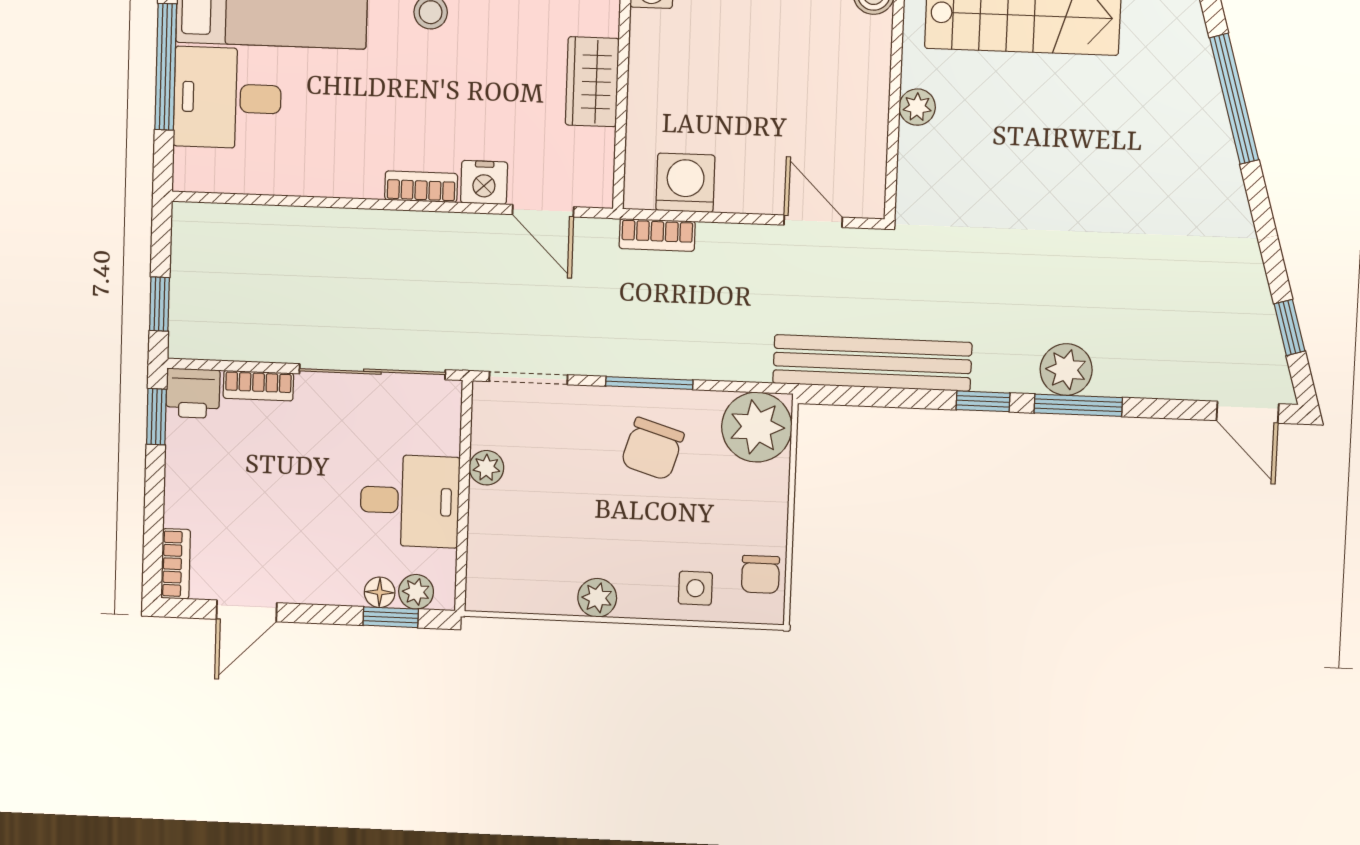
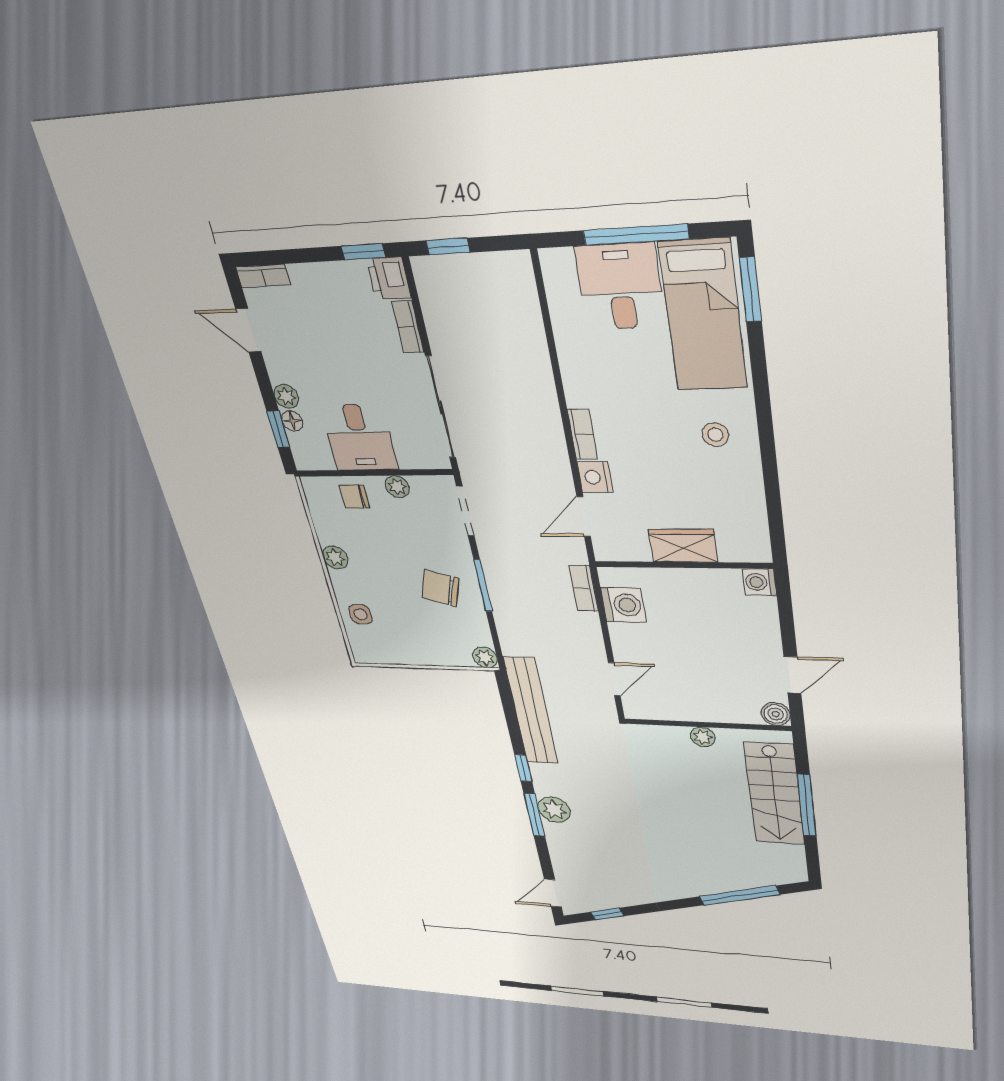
plant: (757, 427) -> (485, 657), width x0.53, depth x0.53
chair: (760, 574) -> (354, 497), moved
plant: (416, 592) -> (286, 396), moved

